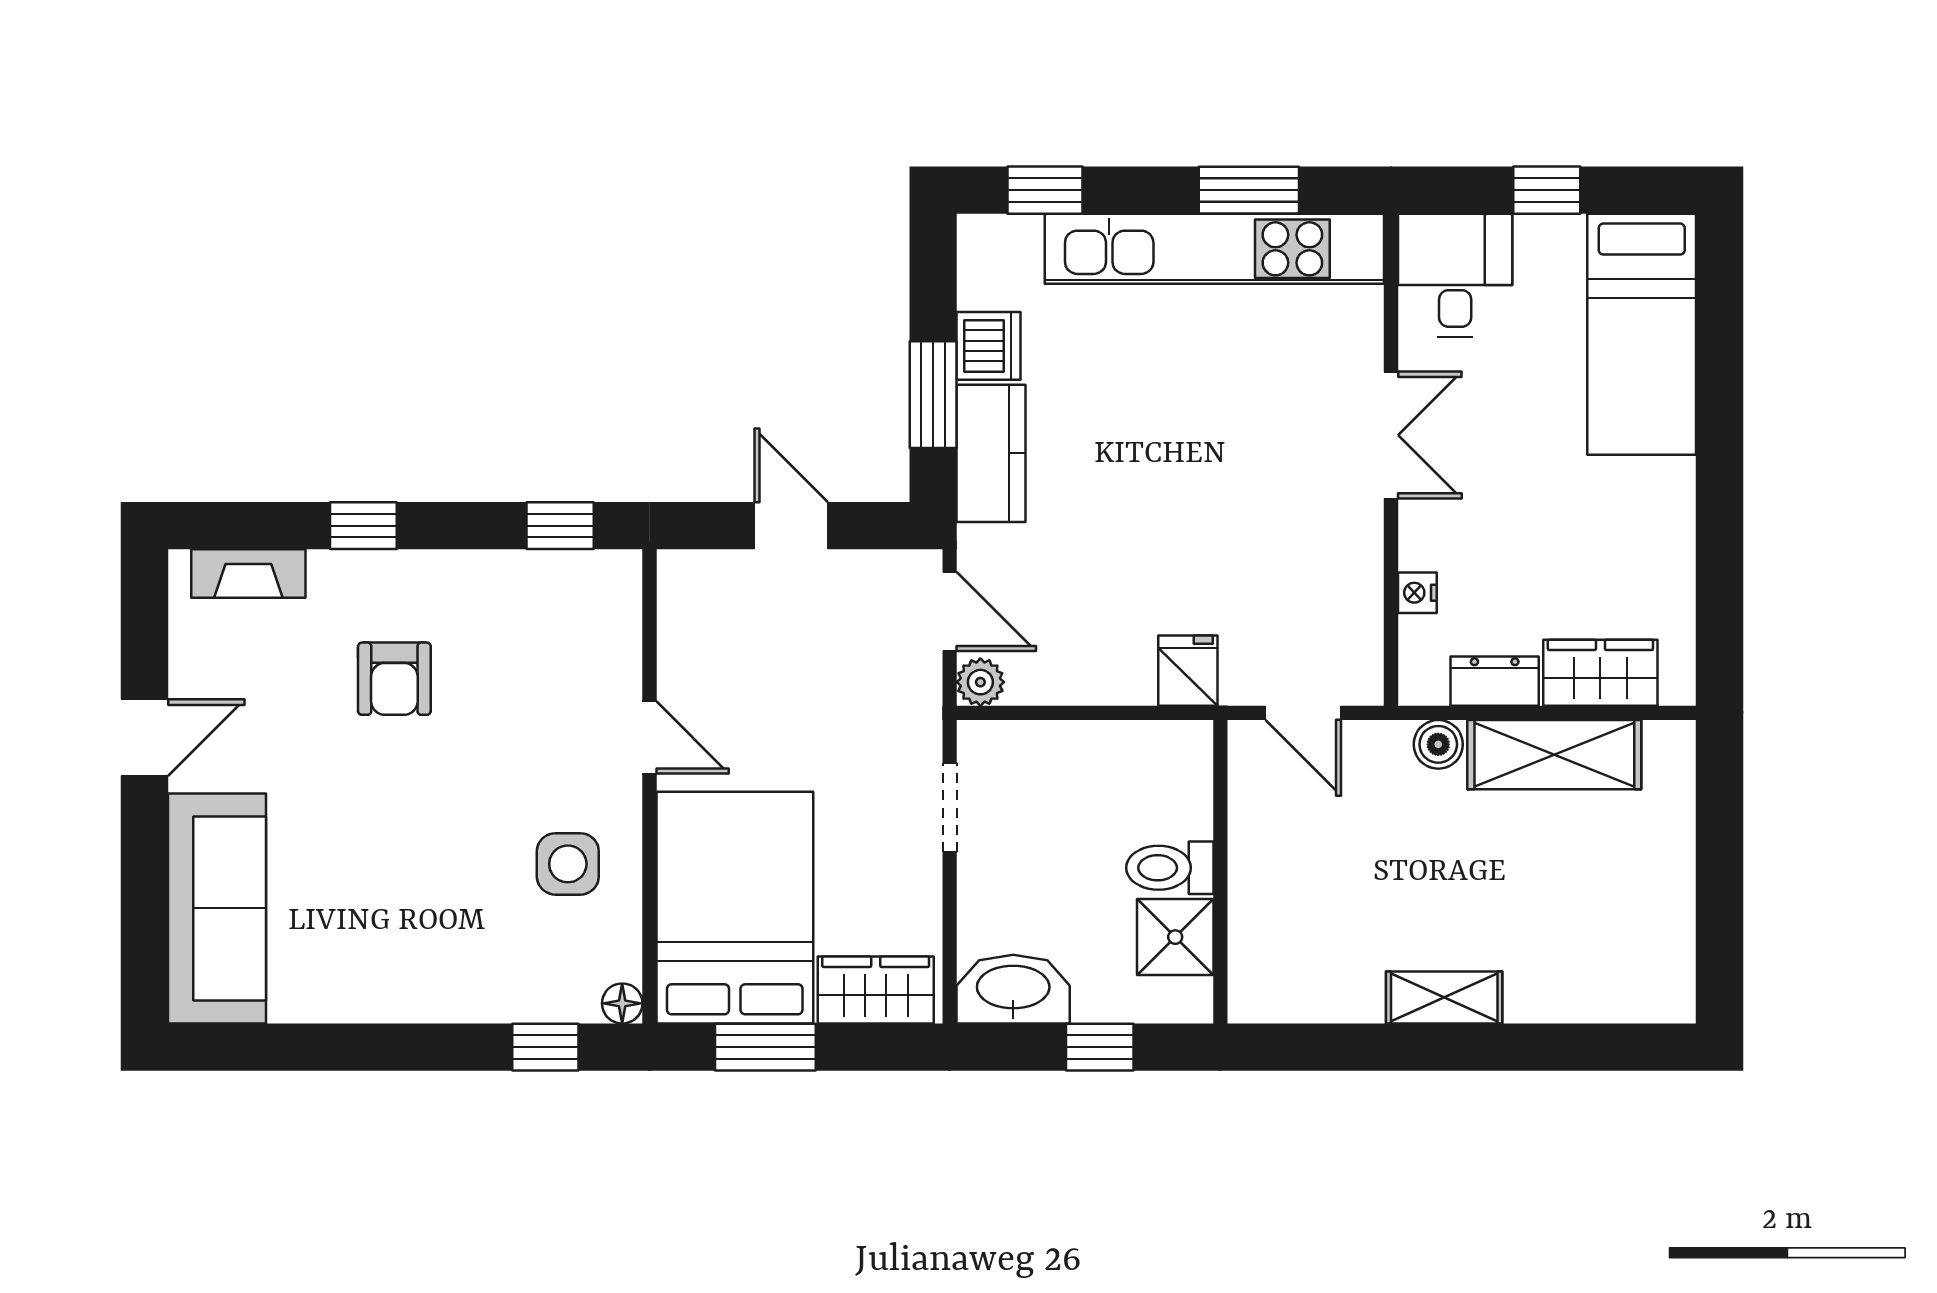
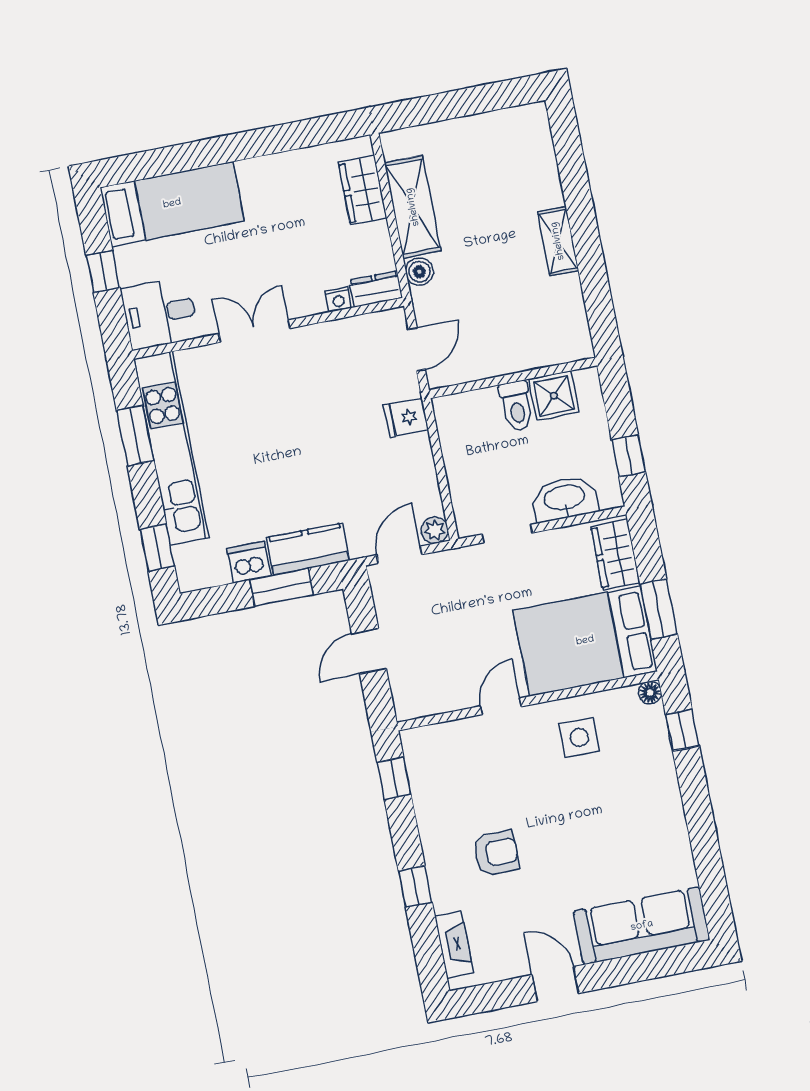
dresser: (1495, 681) -> (376, 289), moved, turned 90
washbasin: (1013, 989) -> (565, 499), moved, turned 90
window: (1100, 1047) -> (629, 456), moved

